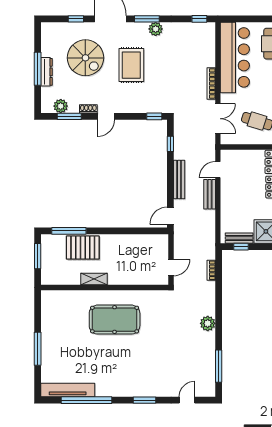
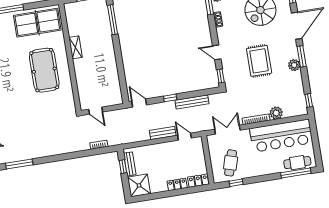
rug: (131, 65) -> (259, 61), moved, turned 90
door: (106, 116) -> (217, 52), moved
double door: (218, 119) -> (227, 130), swing flipped
window: (170, 144) -> (170, 98), moved
bench: (179, 179) -> (192, 102), moved
pallet: (83, 248) -> (100, 34), removed
table tennis table: (58, 319) -> (37, 23), added
plant: (208, 323) -> (276, 113), moved

